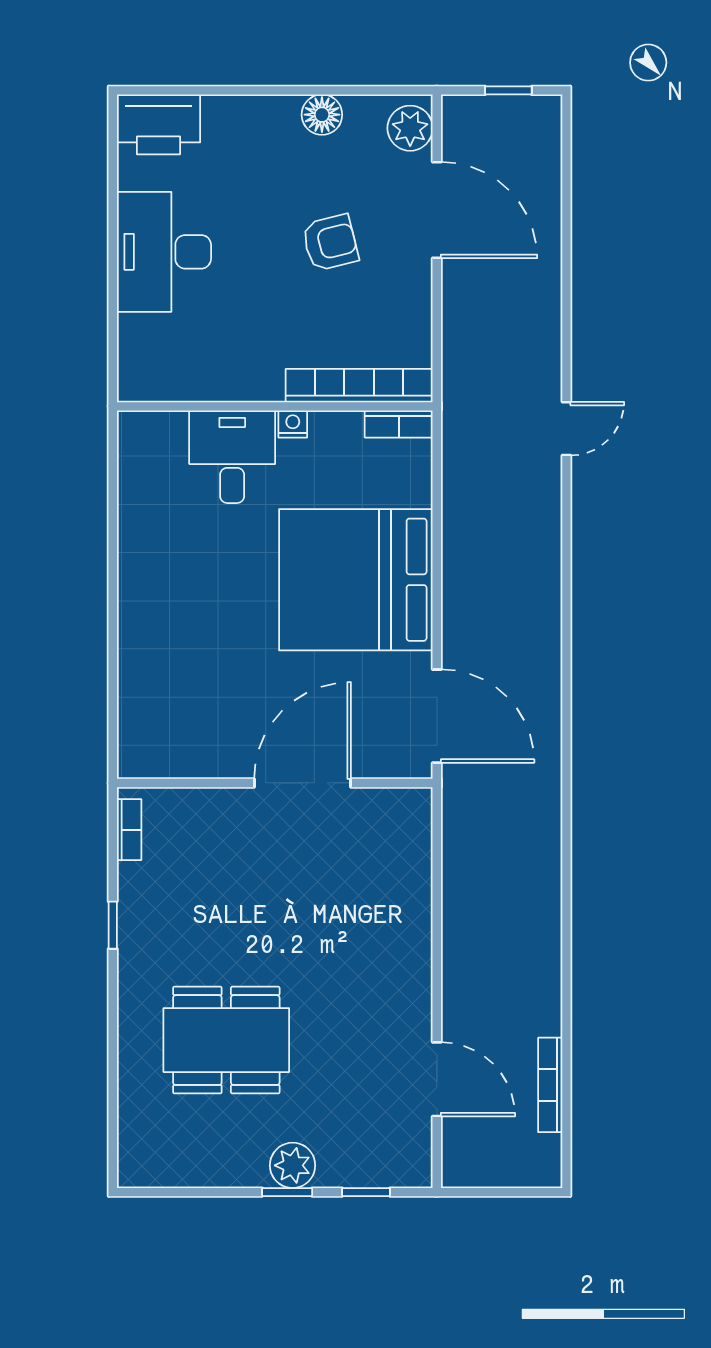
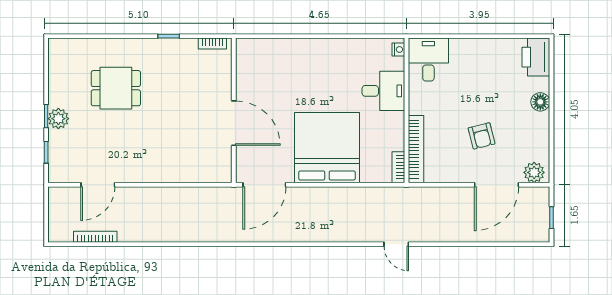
floor lamp: (322, 115) -> (540, 102), moved
desk: (164, 252) -> (428, 60), moved, width x0.73
nightstand: (293, 424) -> (398, 49), moved
dining table: (226, 1040) -> (116, 88), width x0.73

